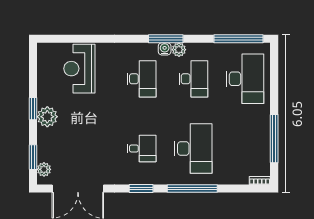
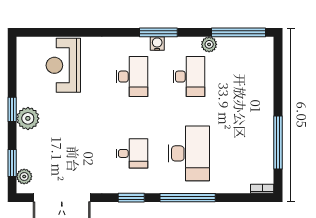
plant: (179, 50) -> (209, 44), moved
desk: (245, 79) -> (246, 77), removed

